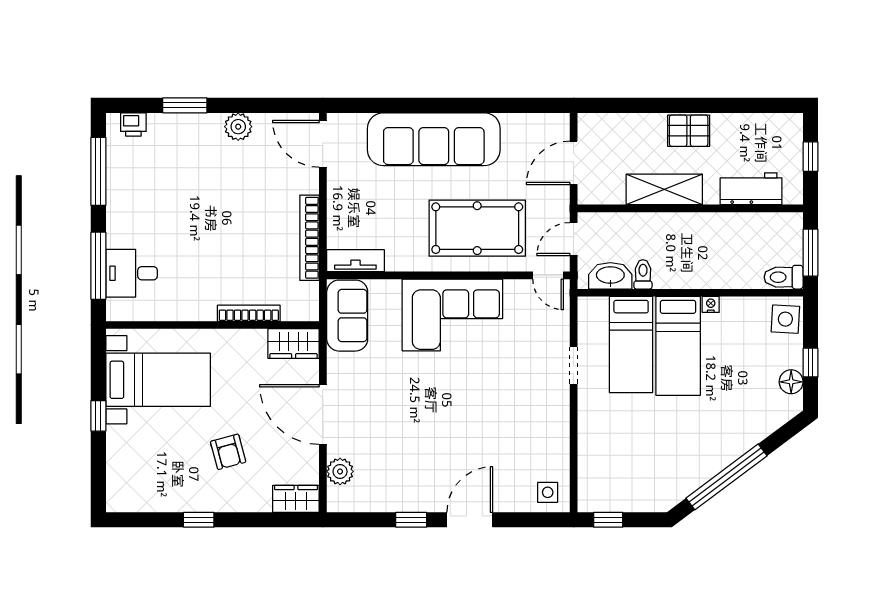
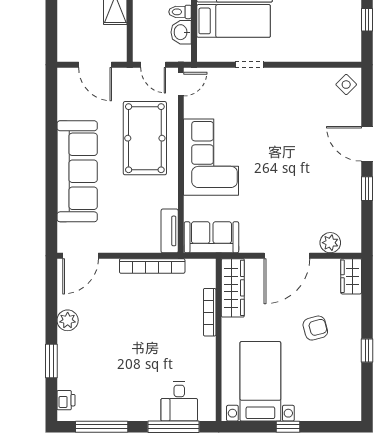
washbasin: (610, 276) -> (181, 32), width x0.72
wardrobe: (294, 344) -> (233, 288), width x1.50
side table: (548, 492) -> (346, 85), turned 45
window: (608, 520) -> (367, 20), moved

